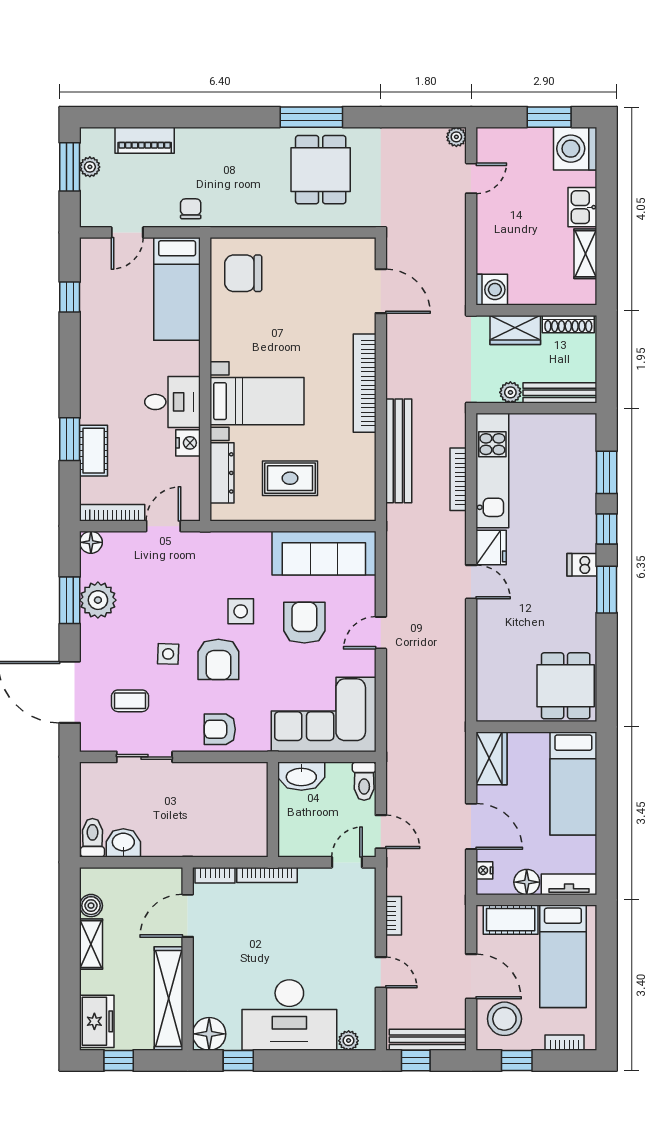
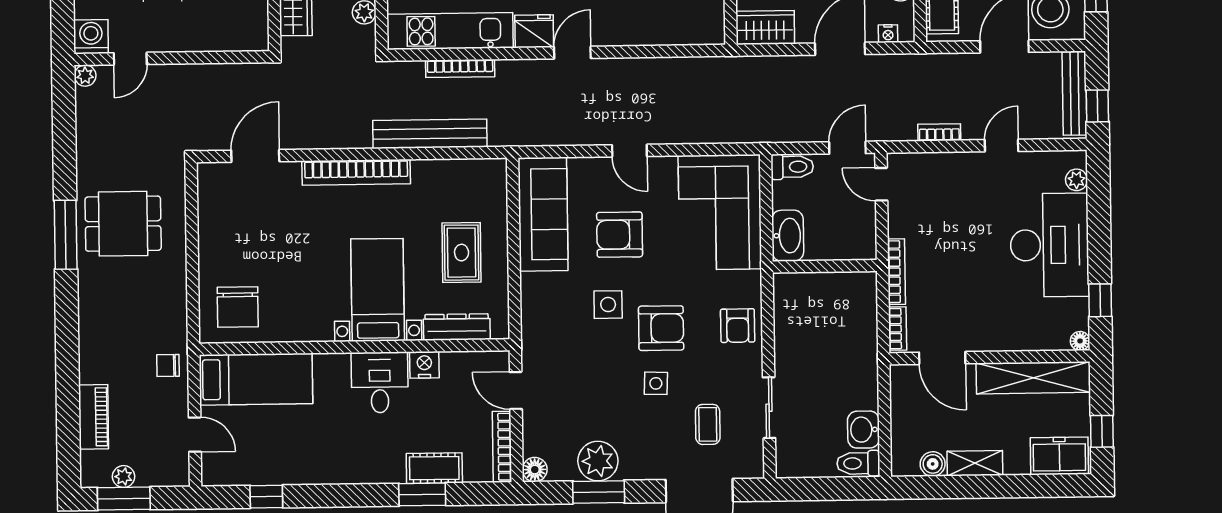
door: (471, 178) -> (130, 59), swing flipped
washing machine: (492, 290) -> (91, 37), moved
floor lamp: (209, 1034) -> (1080, 341), width x0.53, depth x0.53

